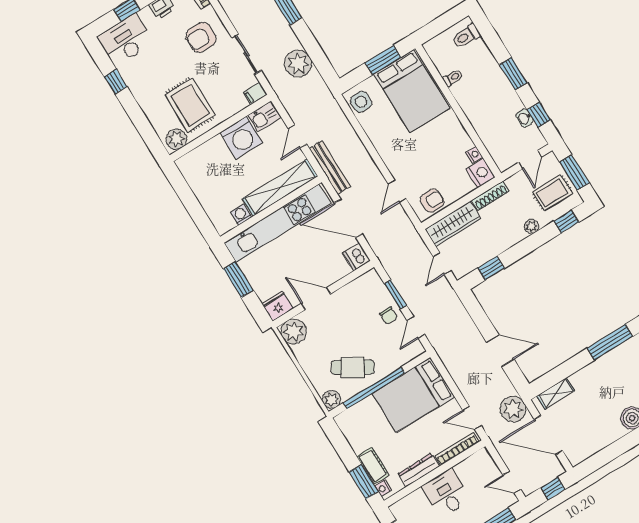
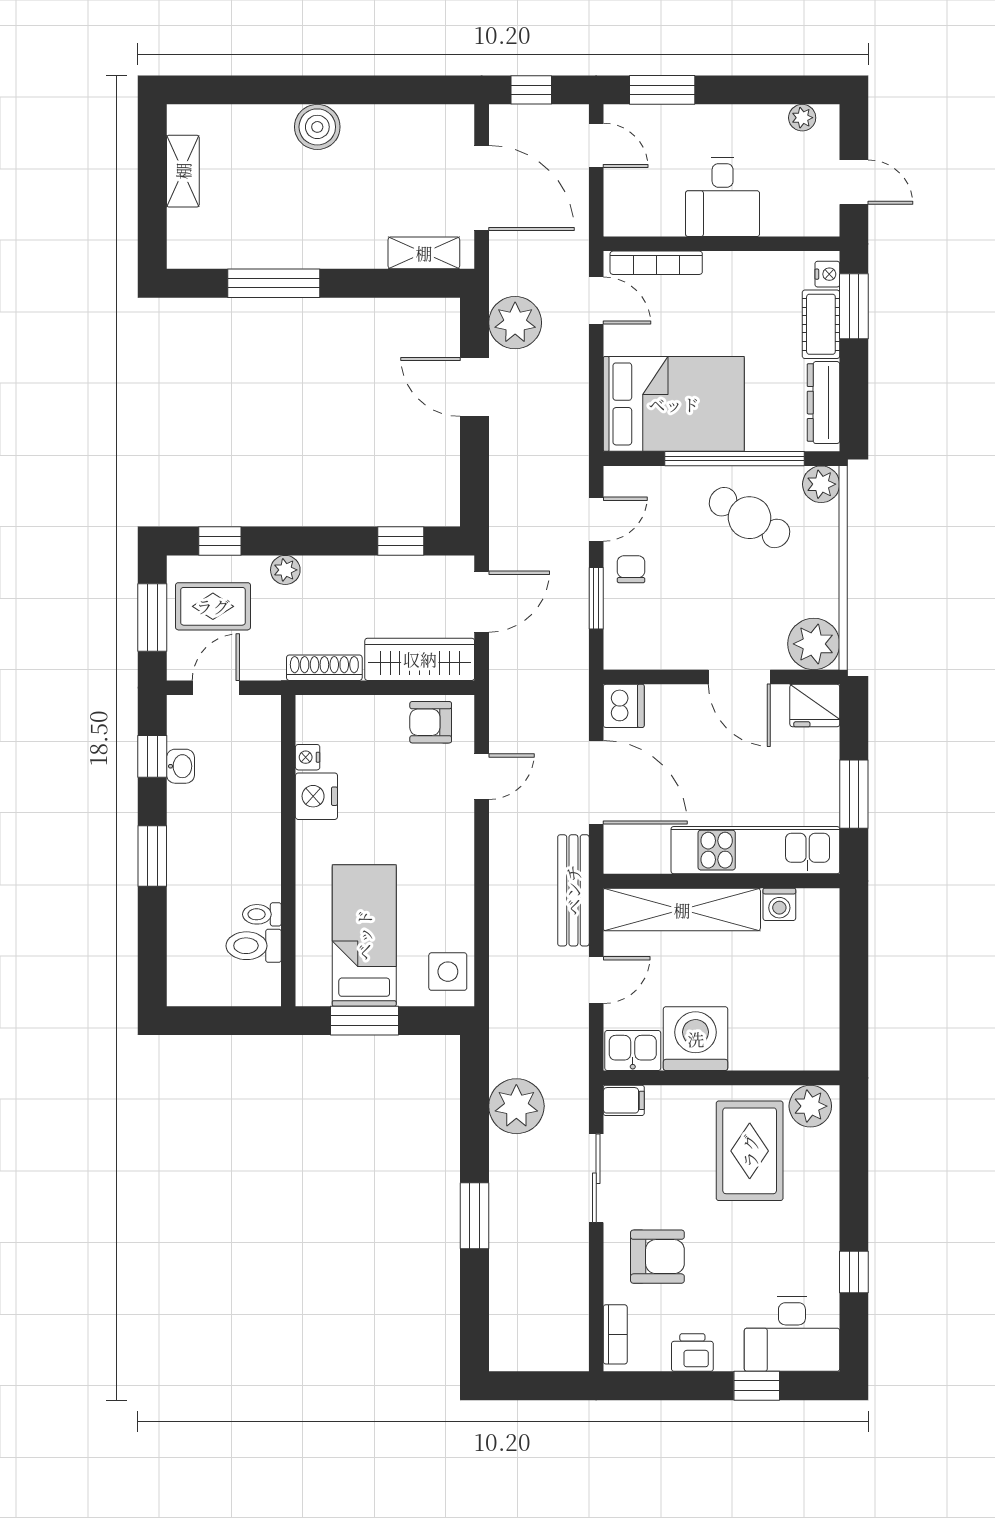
toilet: (466, 36) -> (254, 946), moved, turned 180
bed: (412, 91) -> (364, 935), width x0.67
nightstand: (481, 173) -> (316, 796), moved
kitchen unit: (278, 223) -> (755, 850), width x0.73
door: (442, 264) -> (482, 602), width x1.38
plant: (513, 409) -> (515, 323), moved
dresser: (418, 470) -> (824, 403), moved, turned 90

